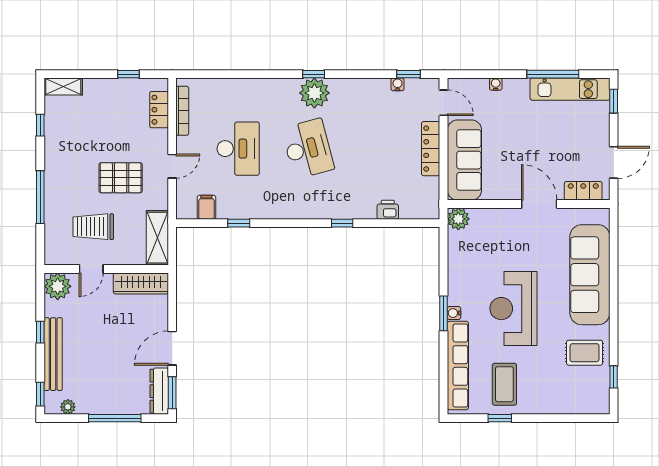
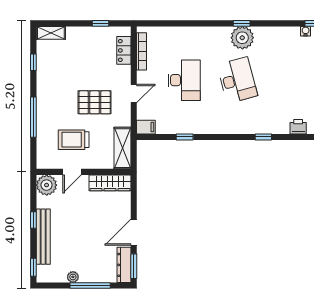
filing cabinet: (206, 207) -> (146, 127), moved, turned 90
plant: (68, 407) -> (73, 277), moved

